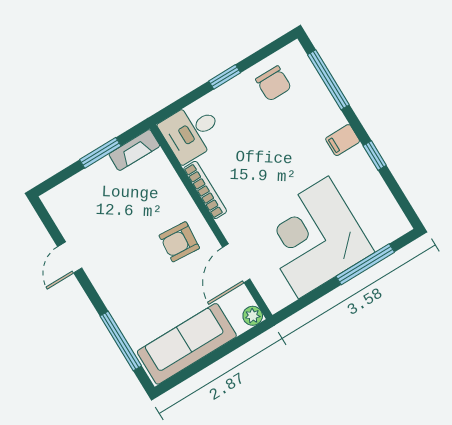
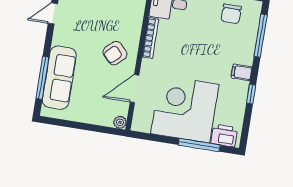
printer: (385, 229) -> (224, 136), added
armchair: (179, 242) -> (115, 53), turned -47
sofa: (187, 344) -> (59, 78), moved, turned 90

